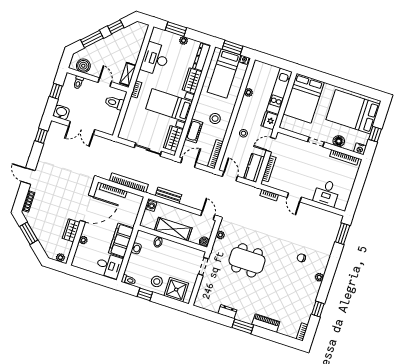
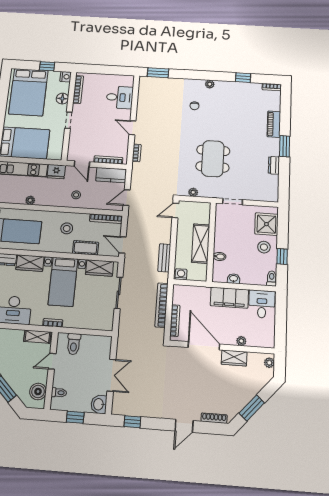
door: (294, 197) -> (132, 128), swing flipped
boiler: (204, 242) -> (205, 207), removed

